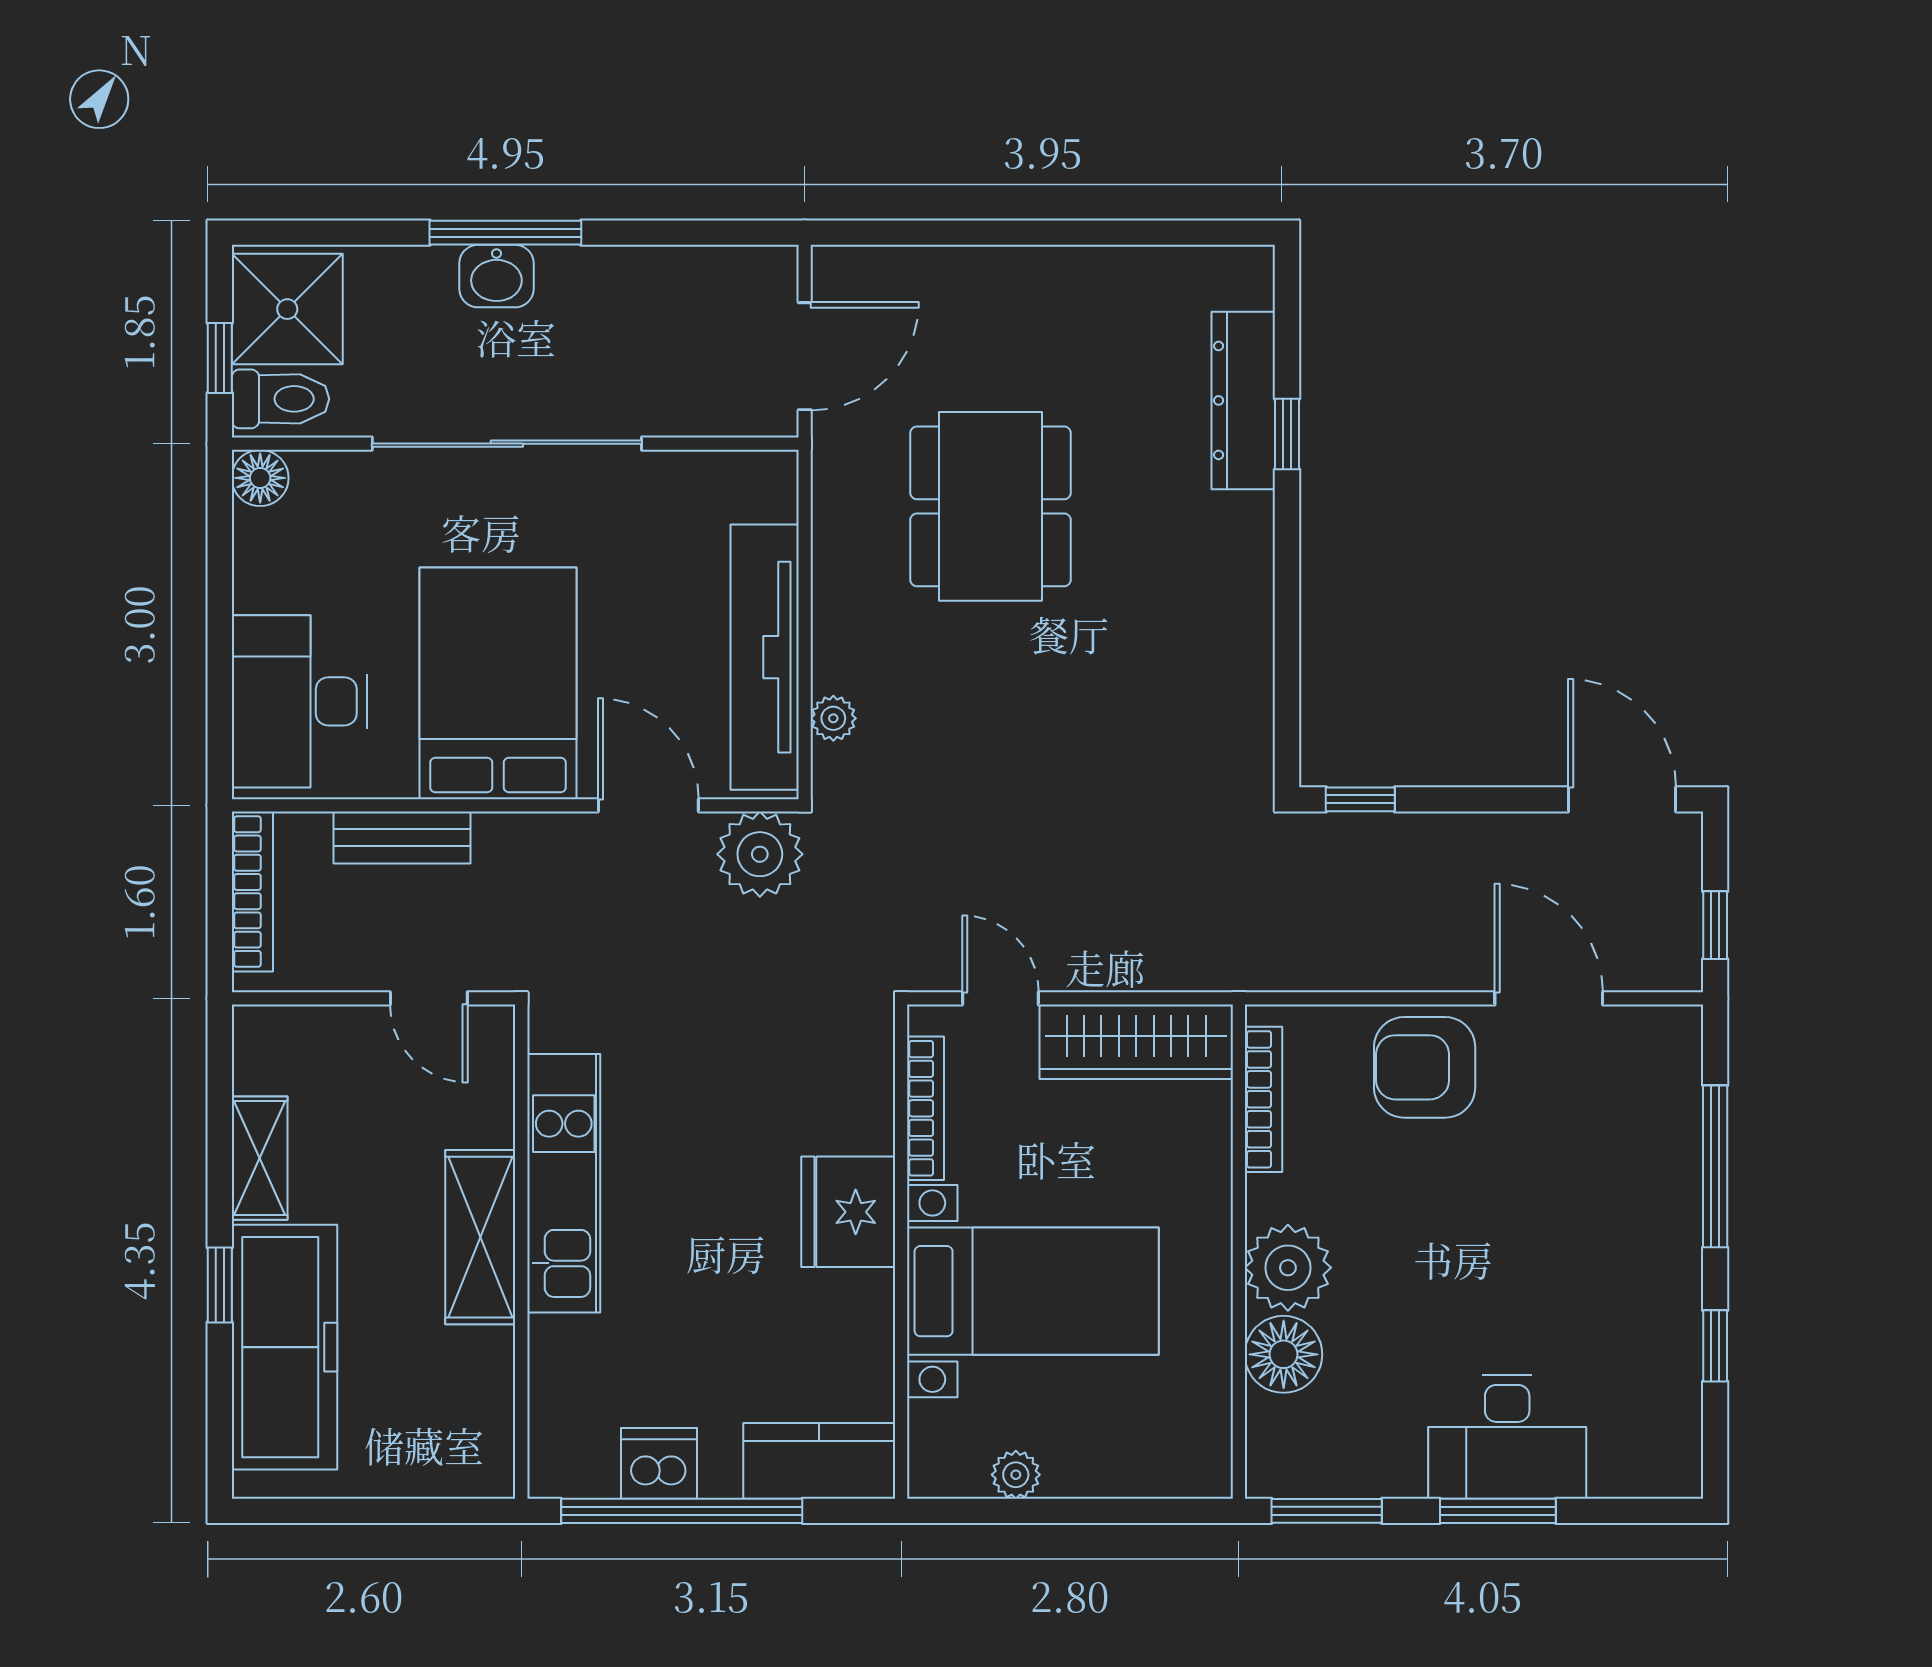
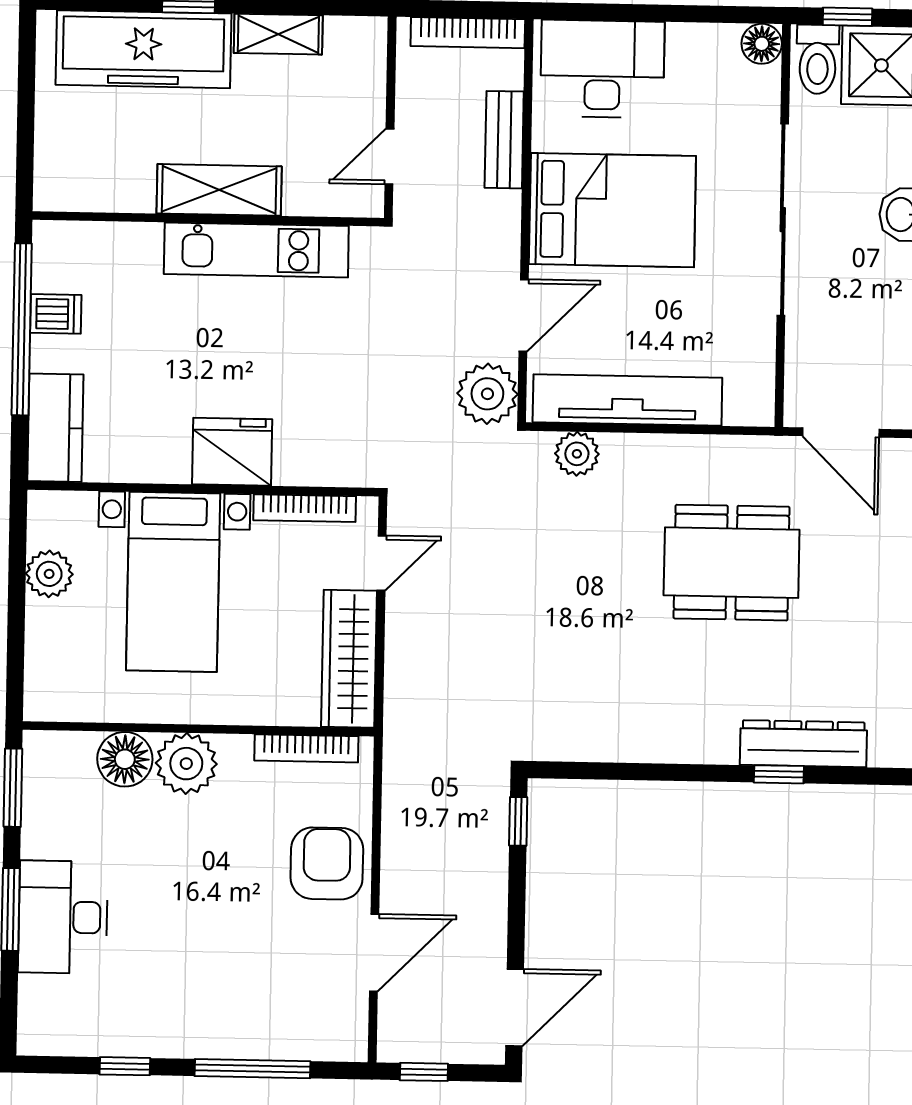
plant: (833, 718) -> (577, 454), width x1.38, depth x1.38
dishwasher: (659, 1463) -> (56, 314), width x0.73
plant: (1016, 1475) -> (49, 574), width x1.38, depth x1.38

